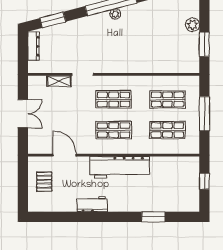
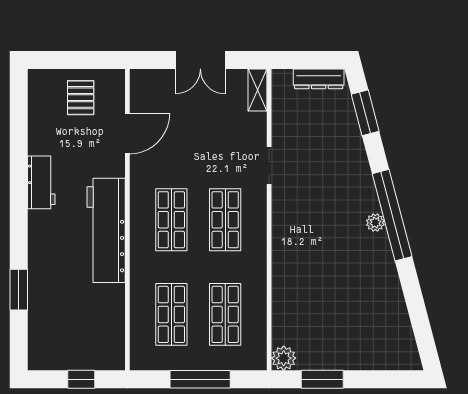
plant: (192, 25) -> (284, 358), moved
shelving: (59, 81) -> (257, 90), moved
pallet: (44, 182) -> (81, 98), turned 90

